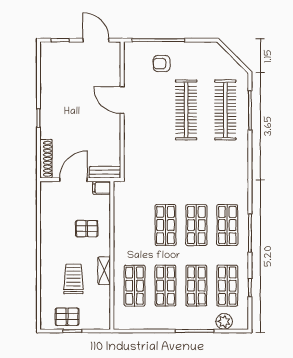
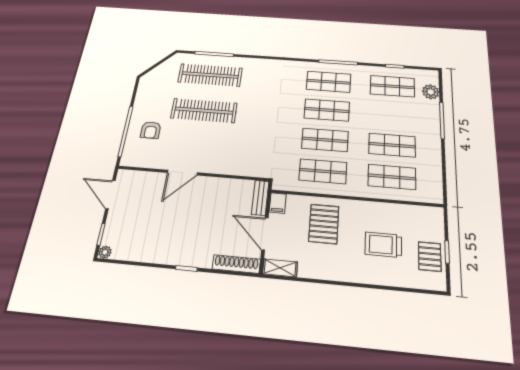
door: (96, 40) -> (110, 195), hinge flipped
plant: (45, 47) -> (105, 252), added
pallet: (87, 229) -> (324, 224), width x1.50, depth x1.42
shelving: (104, 271) -> (280, 268), moved
shop shelf: (196, 286) -> (323, 171), moved

